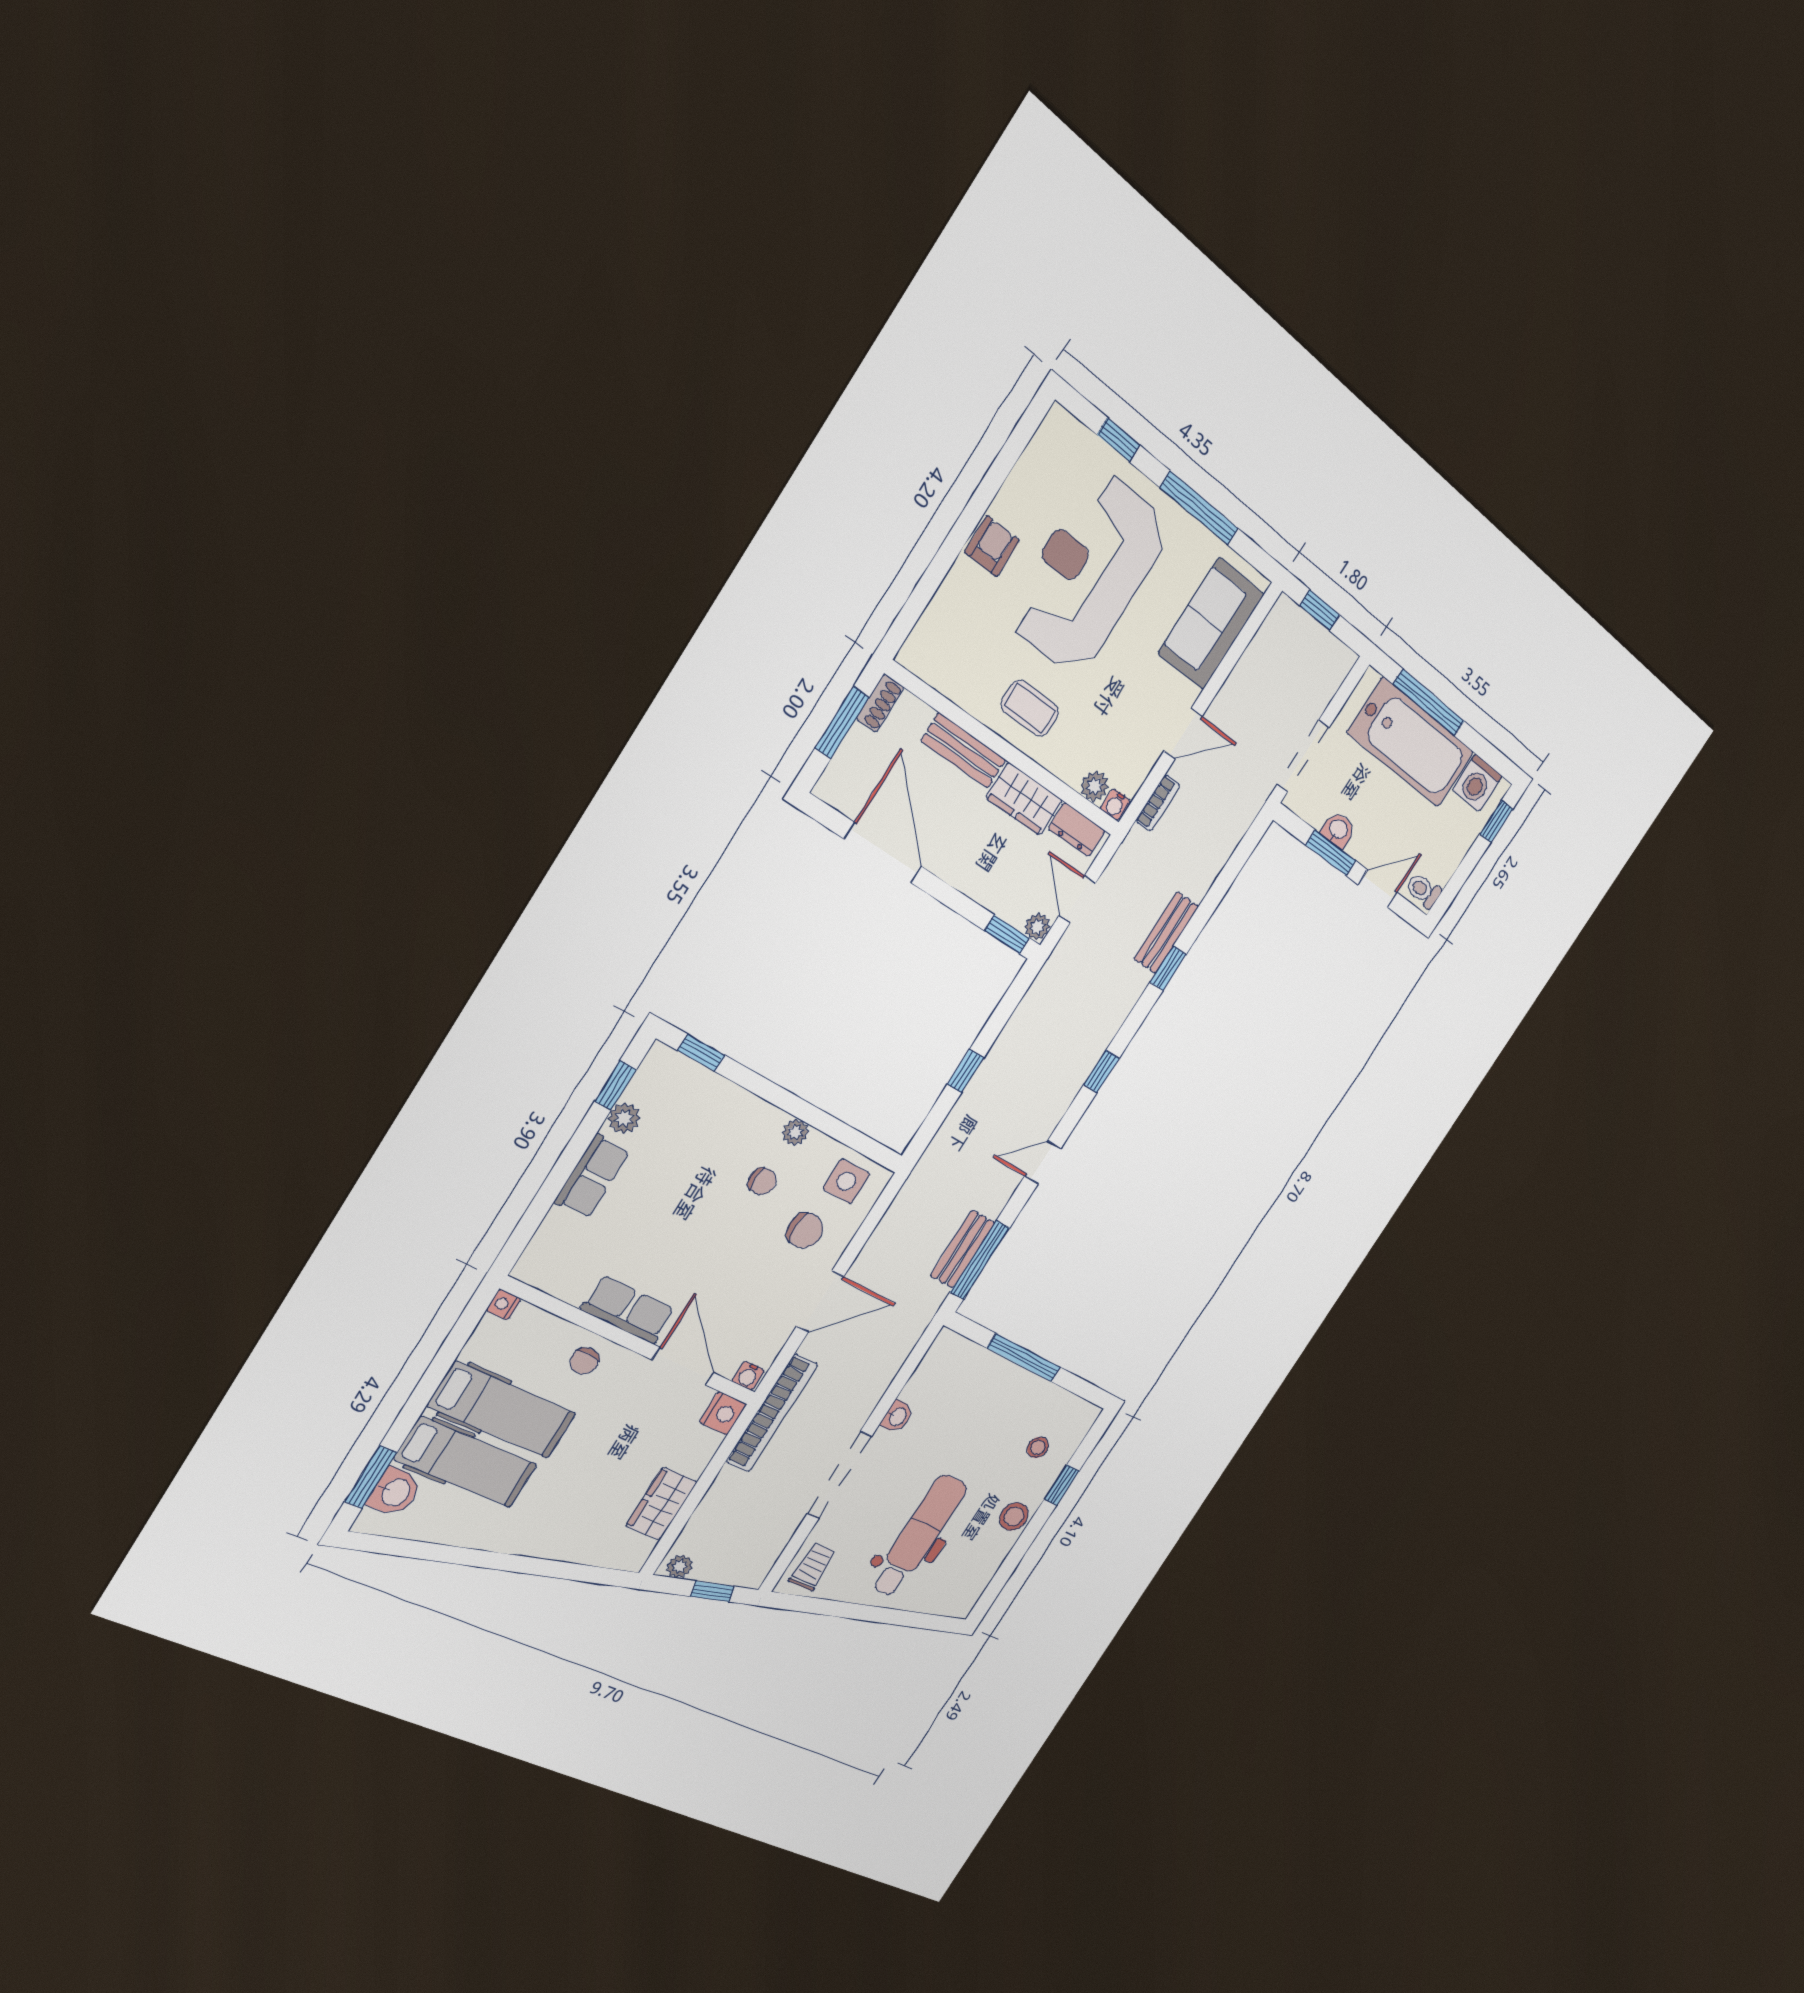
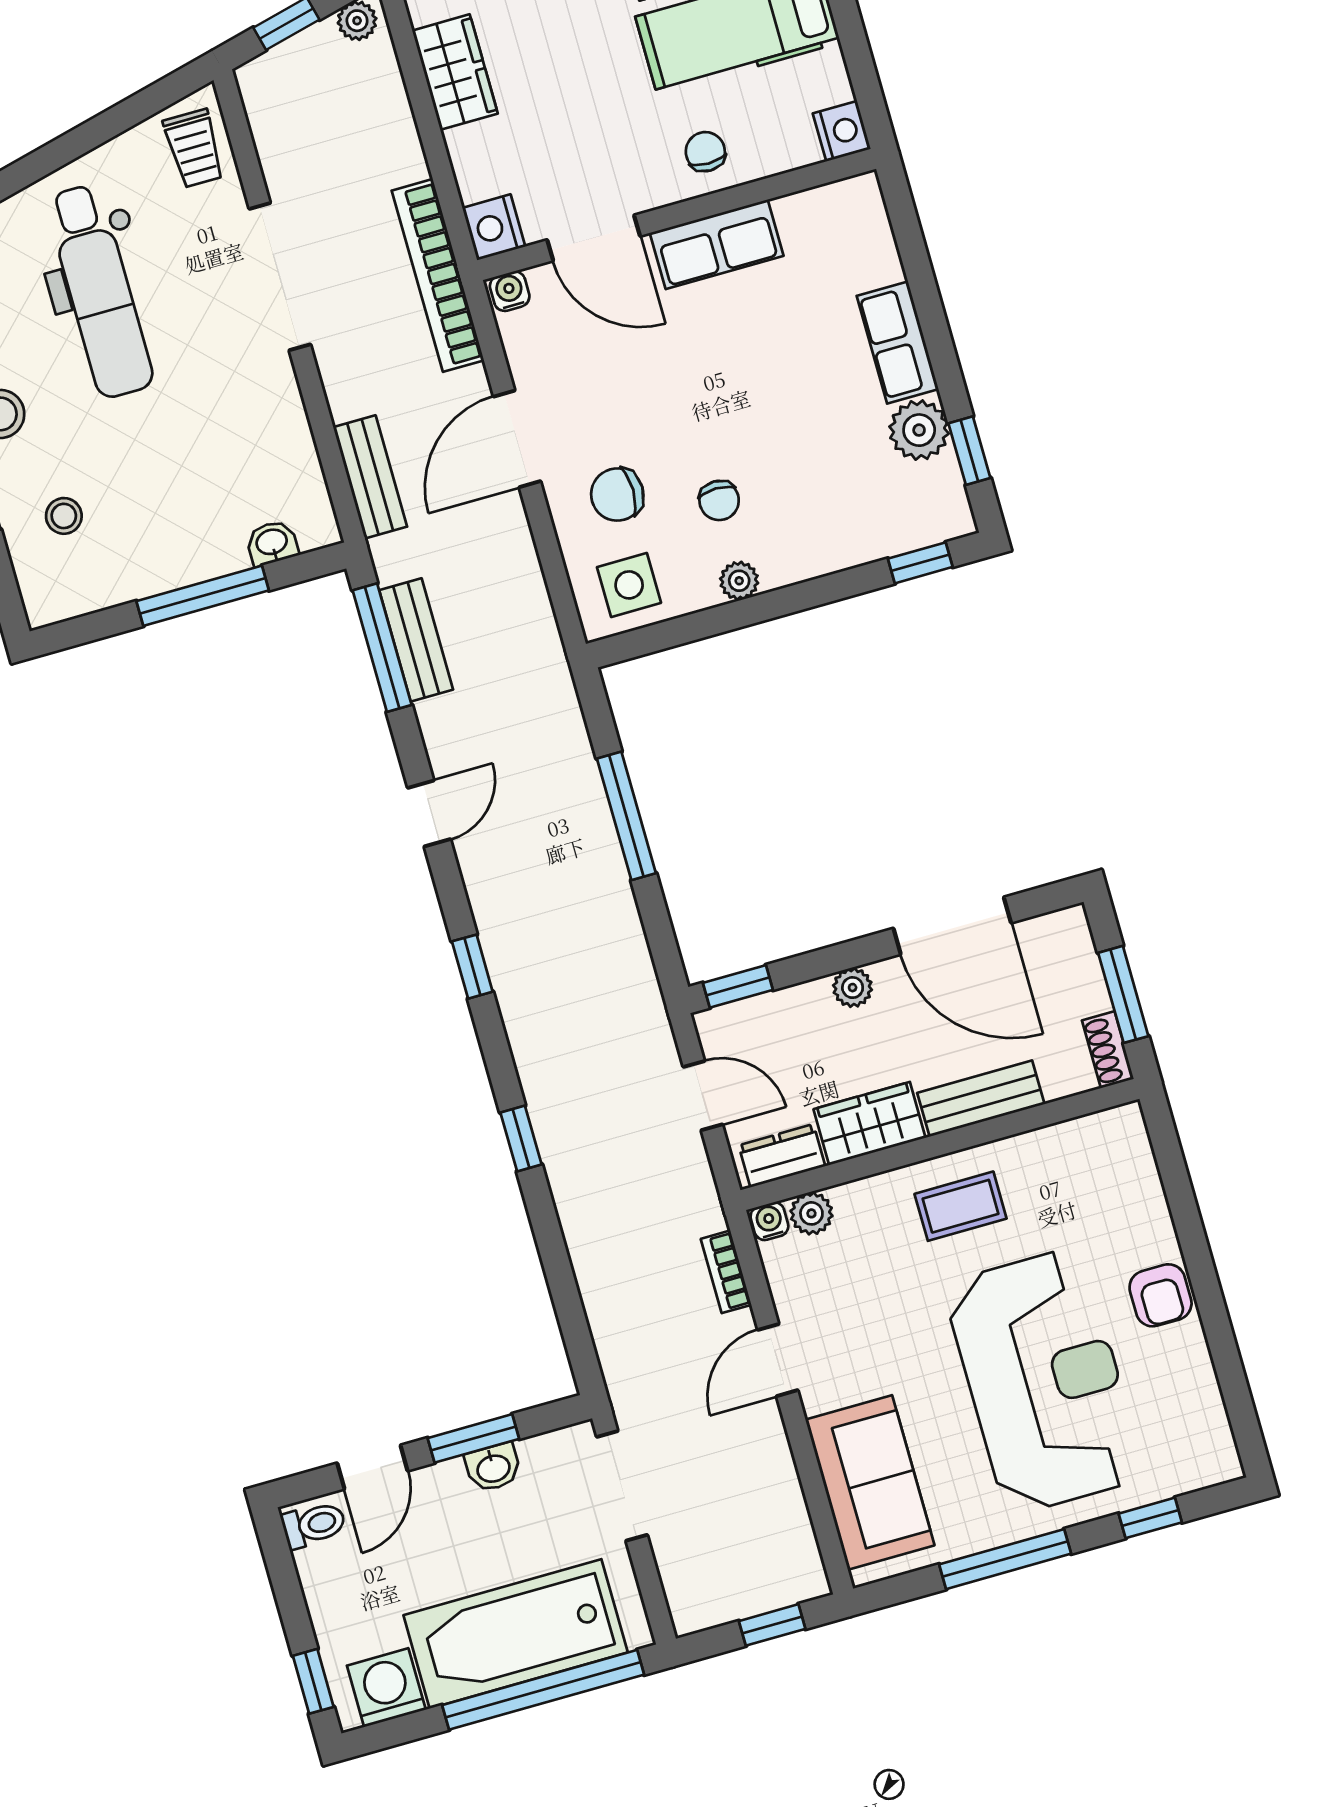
window: (1429, 703) -> (543, 1690), width x1.46
plant: (1037, 927) -> (853, 988), moved
bench: (1166, 933) -> (370, 477), moved
window: (966, 1071) -> (626, 816), width x2.17
plant: (624, 1118) -> (919, 430), width x1.38, depth x1.38
chair: (762, 1181) -> (719, 500), turned -90
nightstand: (504, 1305) -> (842, 131), width x1.39, depth x1.35
washbasin: (897, 1417) -> (272, 543), moved, turned 90

